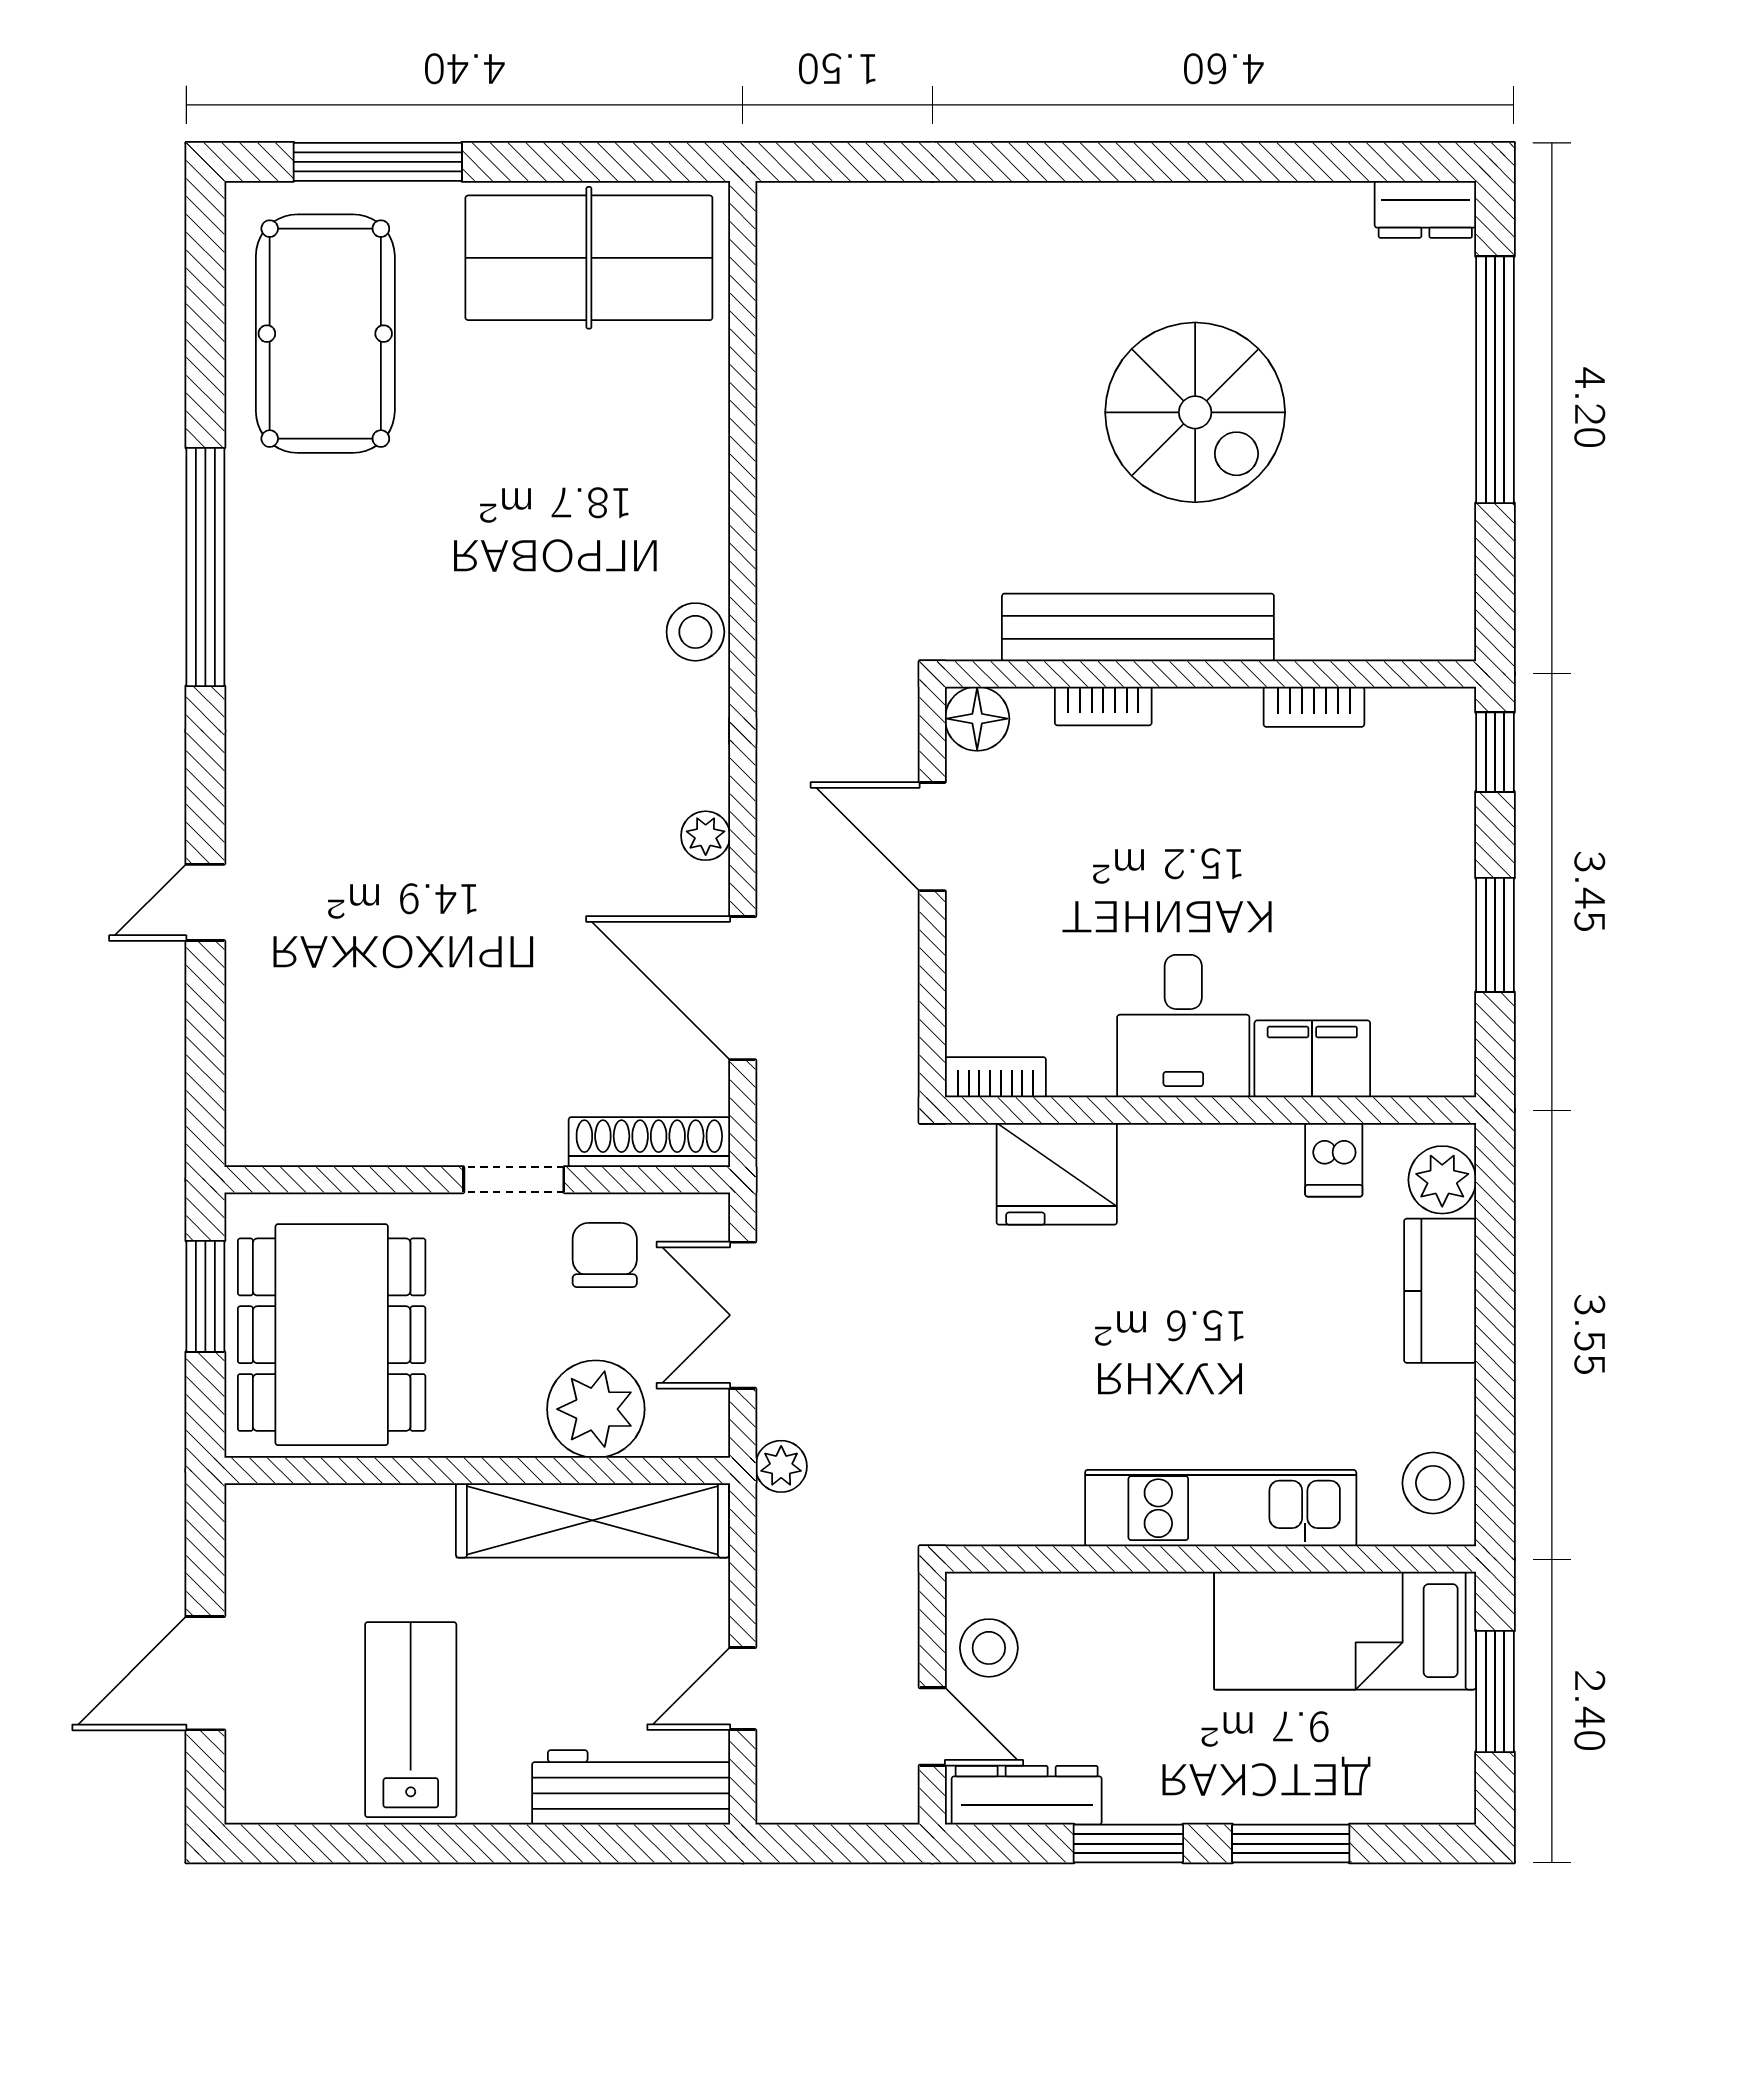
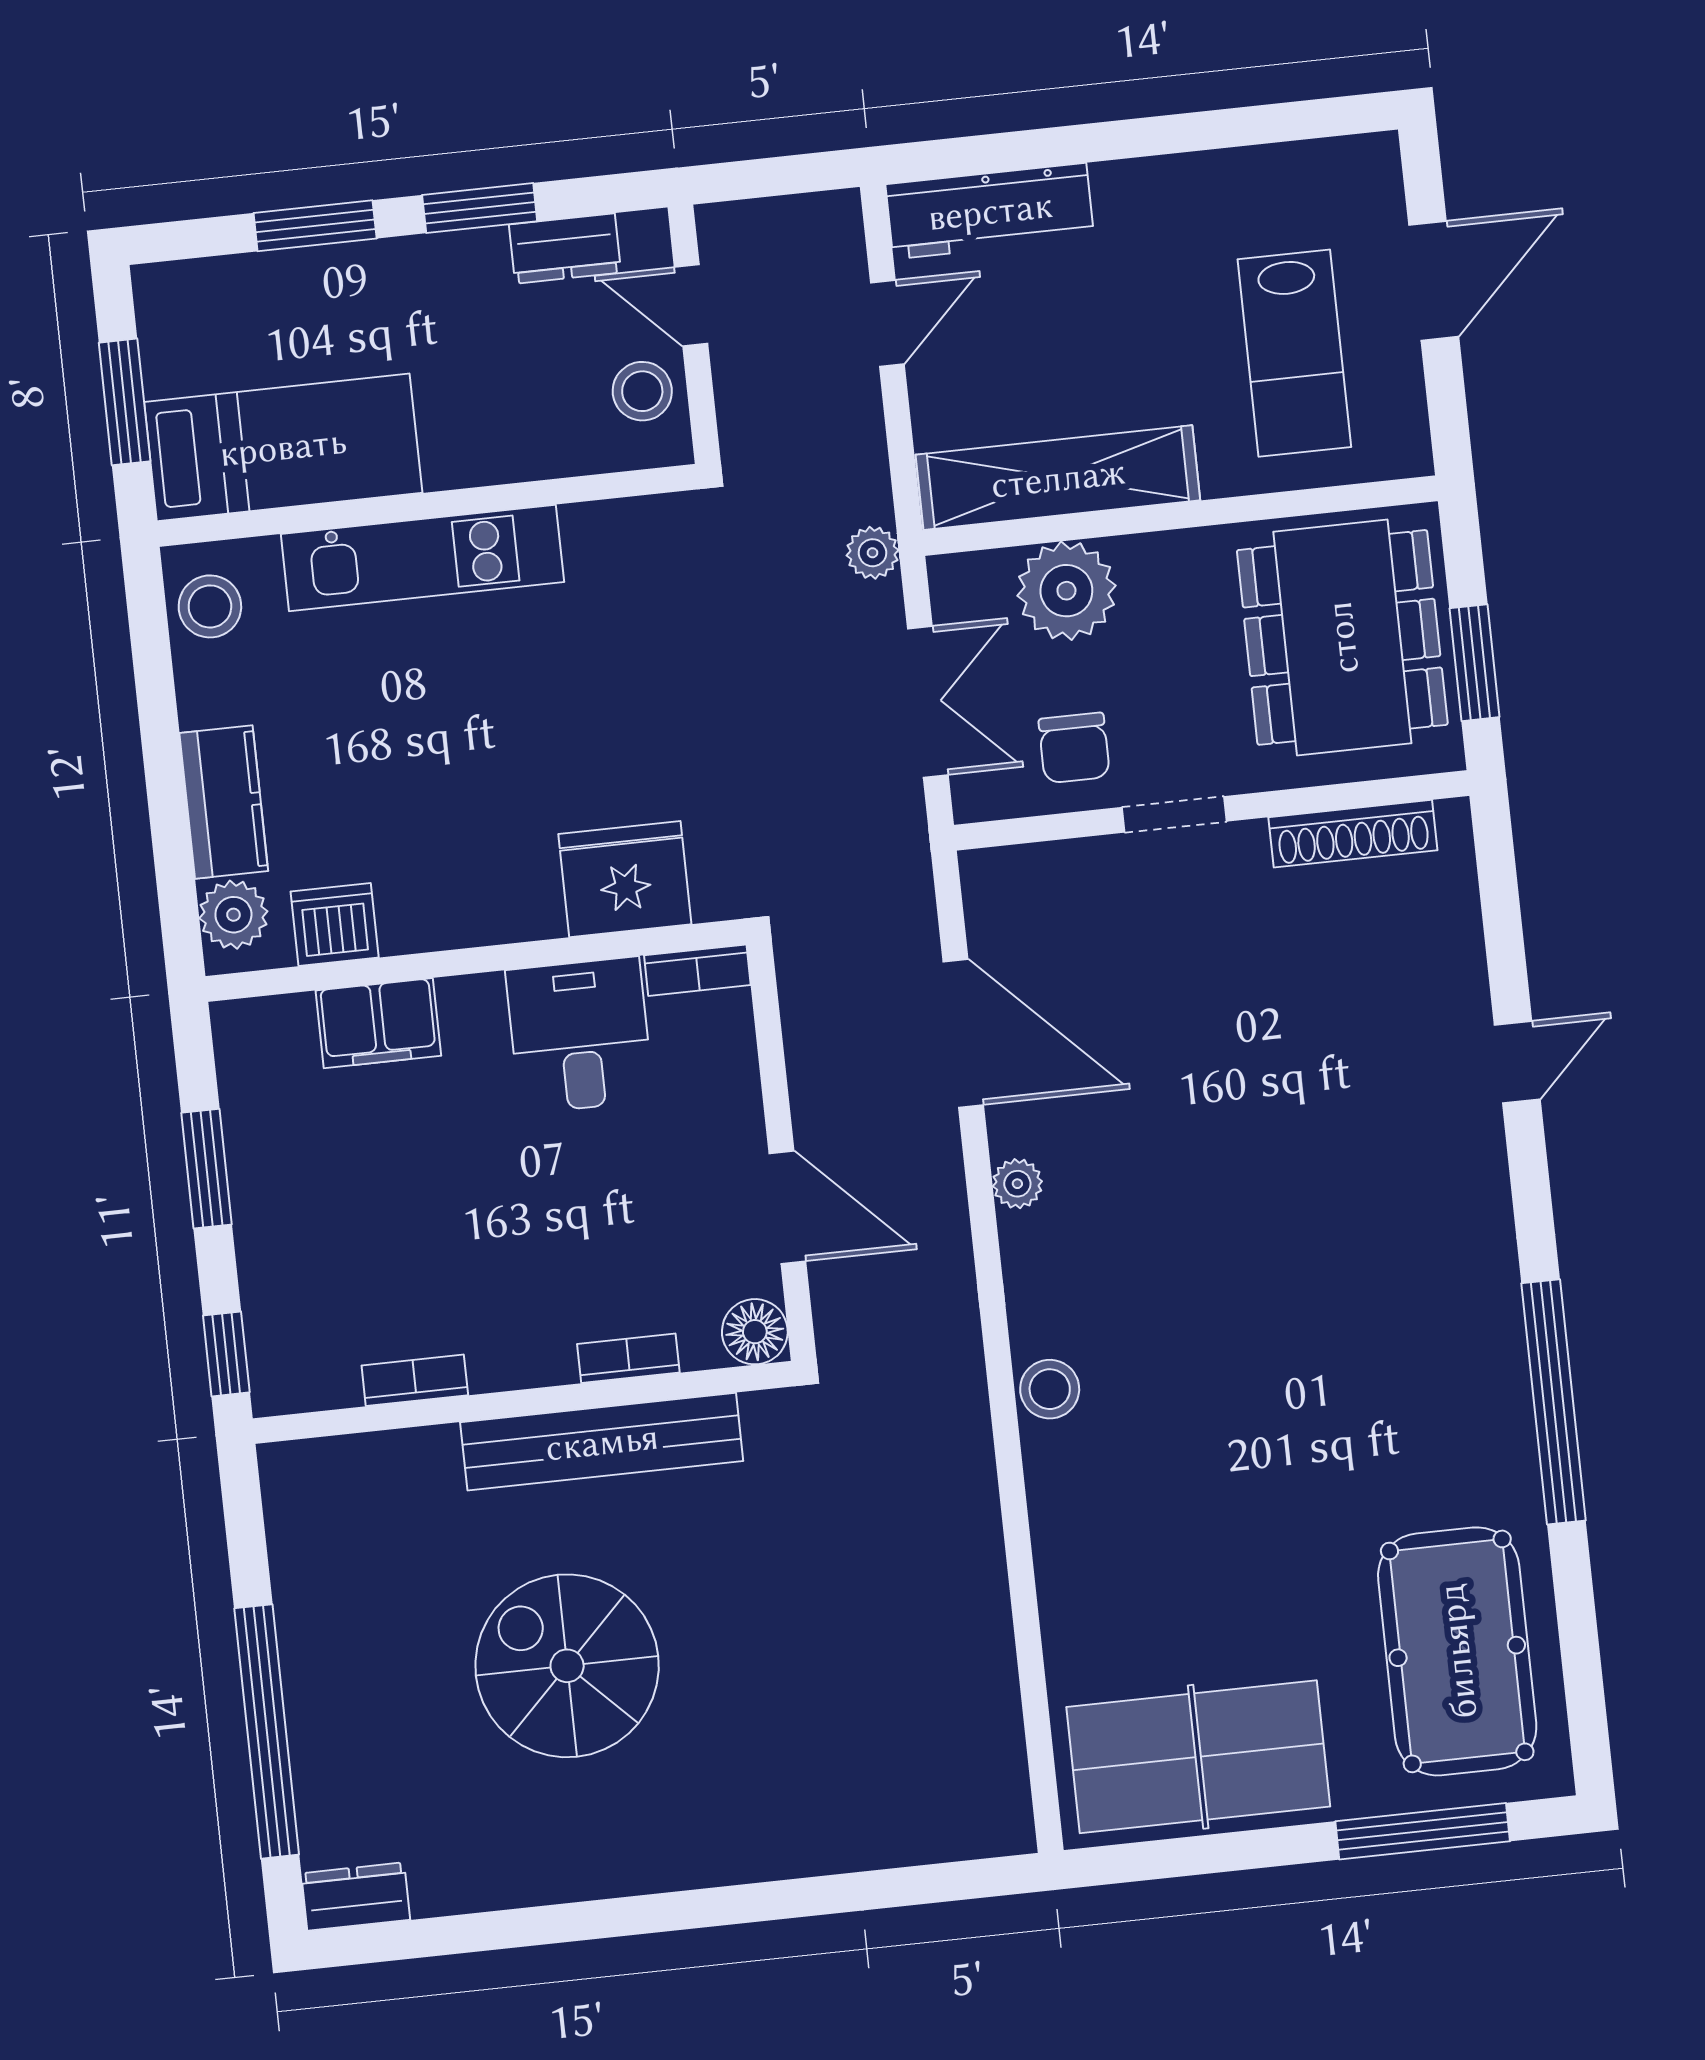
desk: (1183, 1026) -> (580, 1035), moved
shoe rack: (649, 1142) -> (1353, 834), moved
dishwasher: (1334, 1160) -> (335, 925), width x1.38
lab bench: (411, 1720) -> (1294, 353), moved
dresser: (1027, 1795) -> (565, 249), width x0.70

